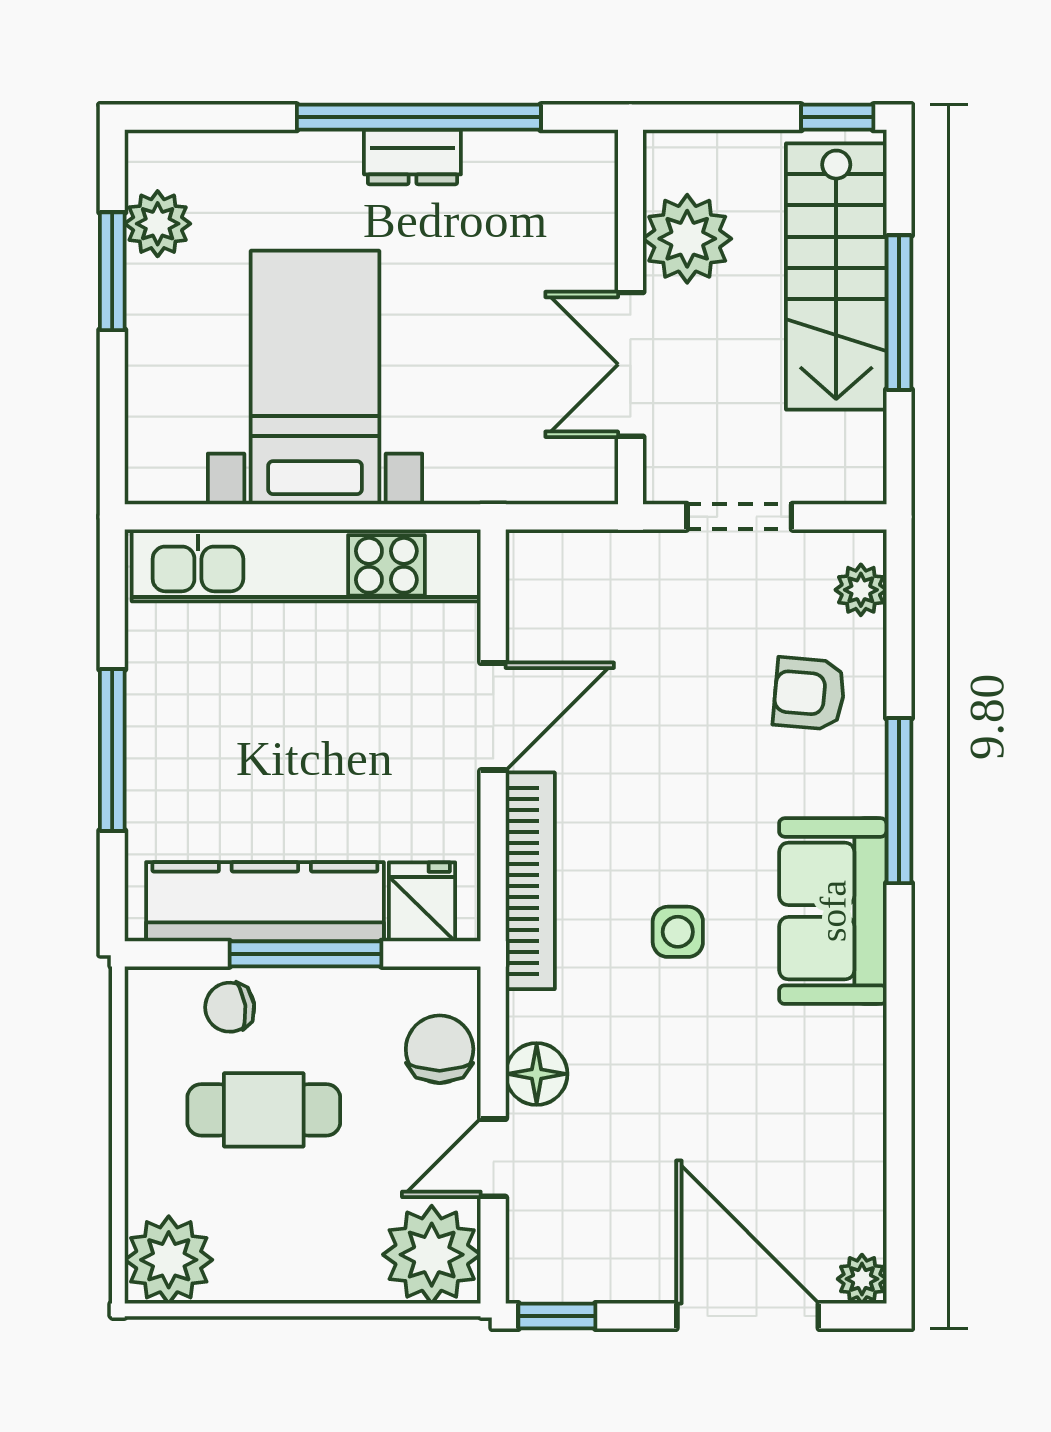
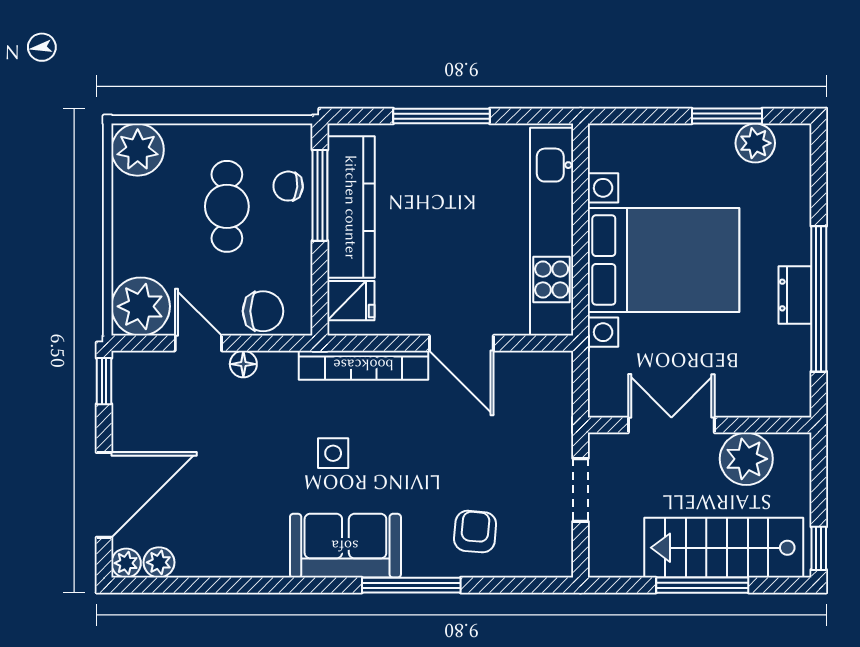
bed with nightstands: (315, 377) -> (664, 260), width x1.36
plant: (861, 590) -> (159, 562), moved
window: (305, 954) -> (320, 195), moved
chair: (230, 1007) -> (288, 186), turned -77
floor lamp: (537, 1074) -> (243, 364), width x0.73, depth x0.73

